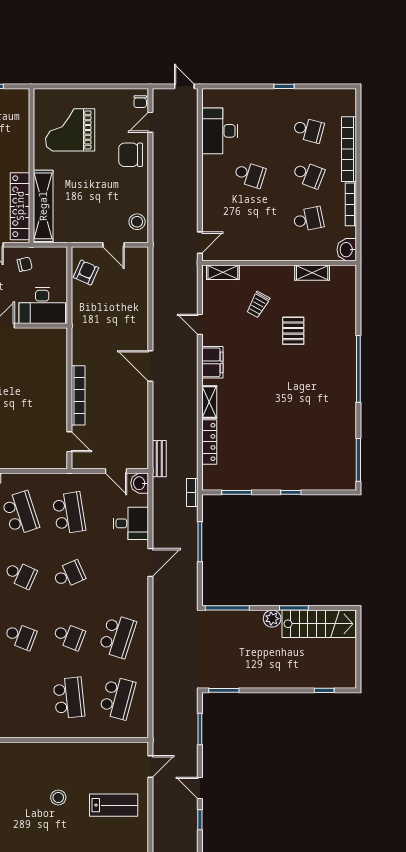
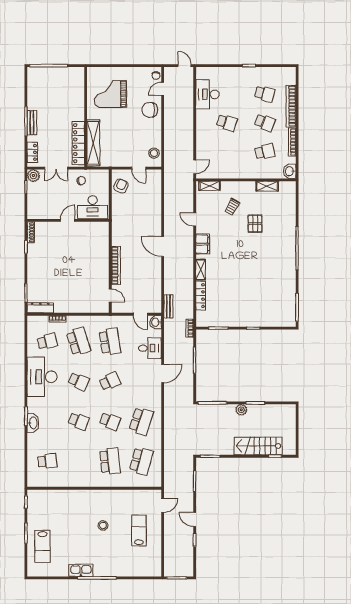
stairs: (319, 624) -> (258, 446), moved, turned 180
lab bench: (114, 805) -> (139, 530), turned -90

